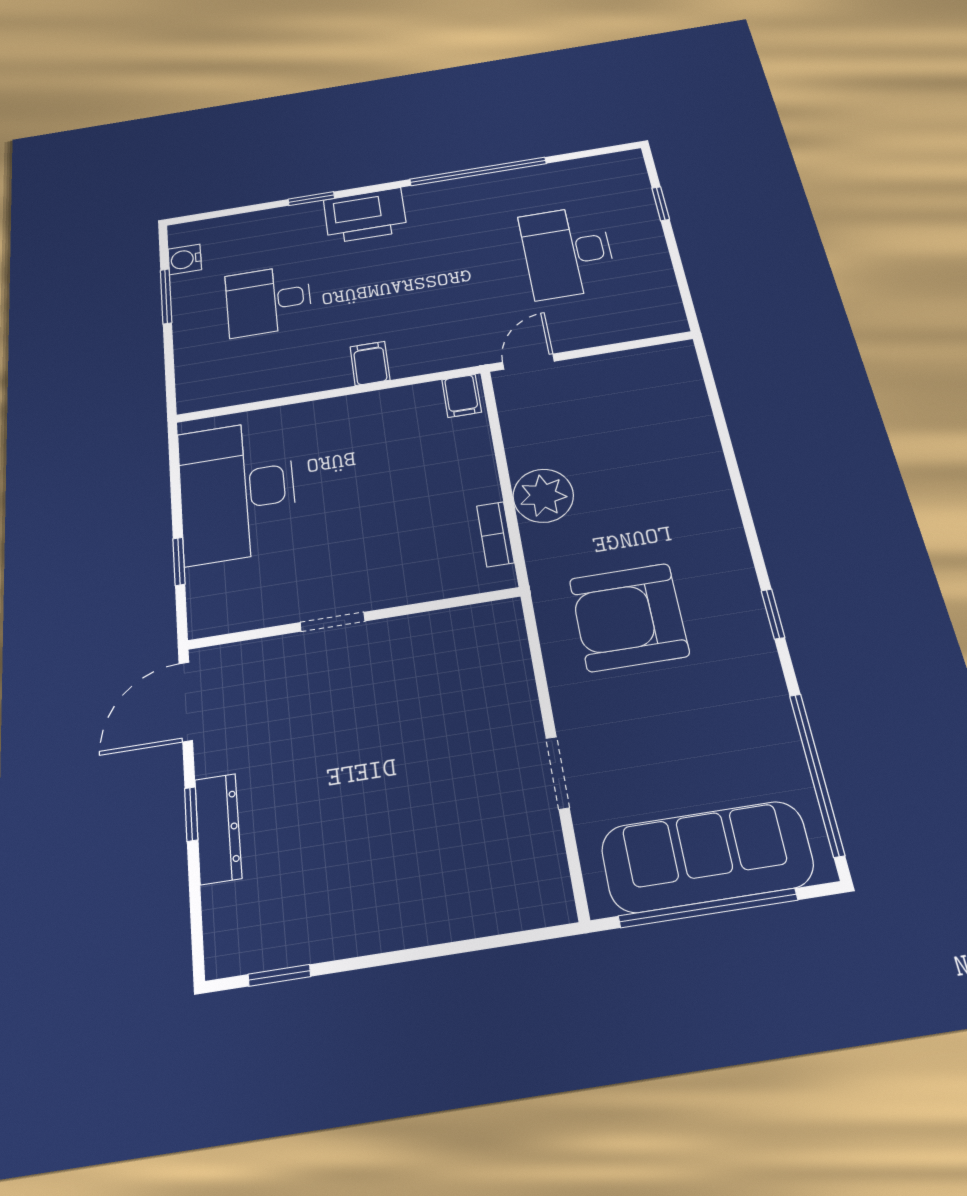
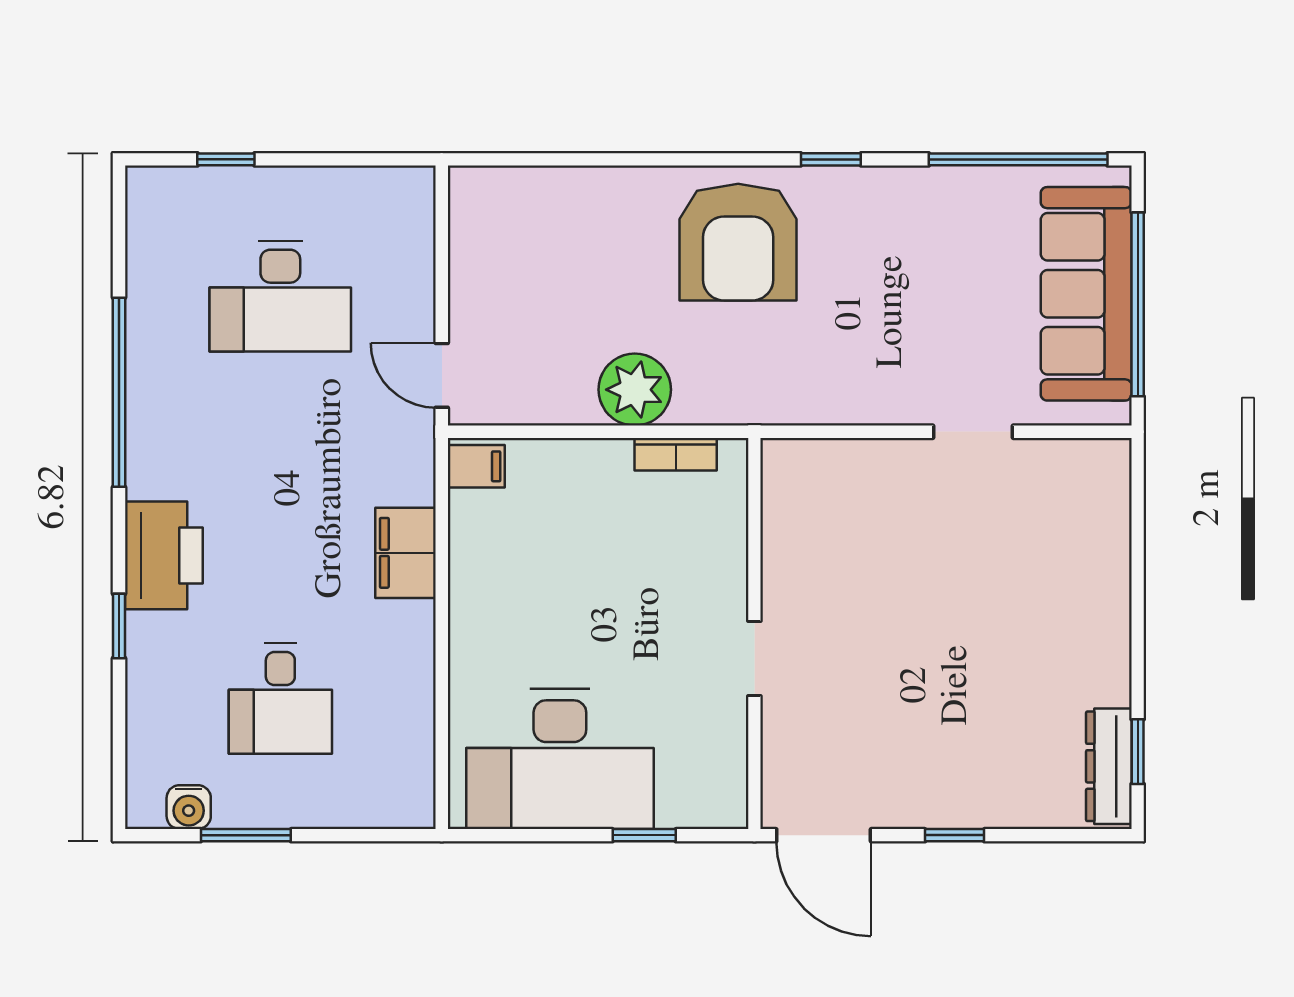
filing cabinet: (370, 363) -> (405, 553), width x2.00
armchair: (629, 617) -> (738, 242), moved
dresser: (218, 828) -> (1109, 766), moved, turned -90

